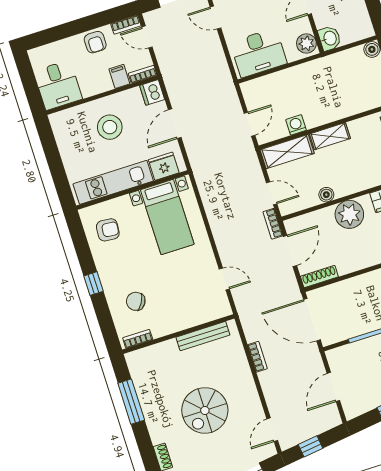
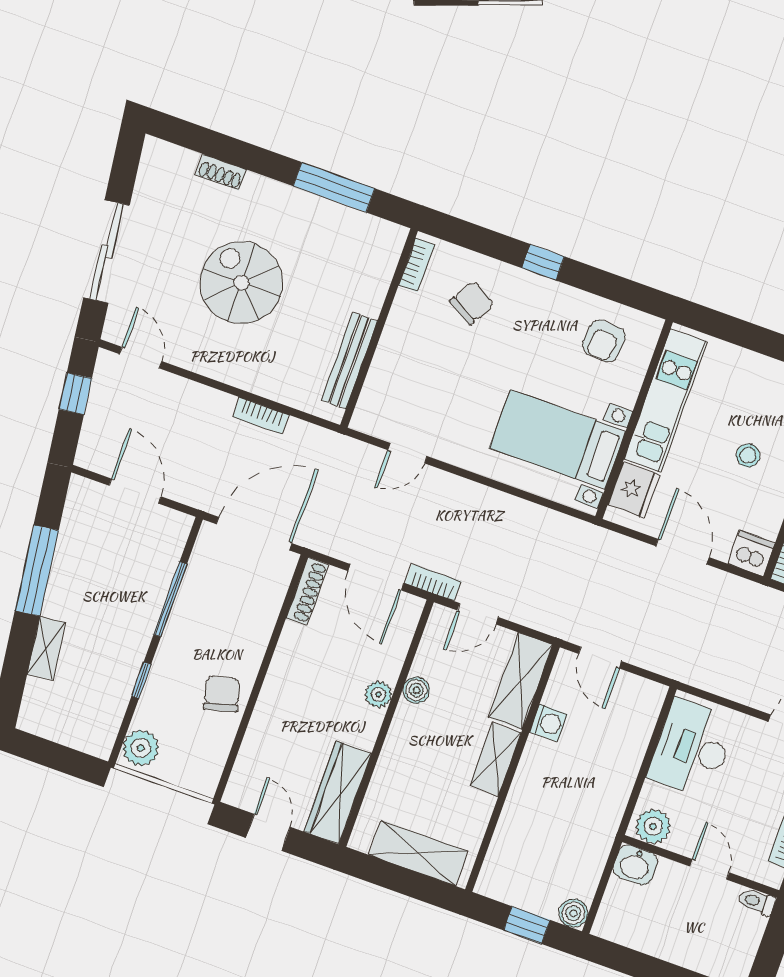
stool: (110, 127) -> (748, 455), width x0.53, depth x0.53
plant: (349, 214) -> (378, 694), width x0.53, depth x0.53

